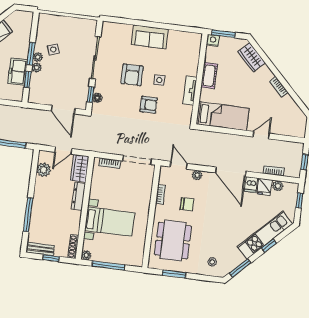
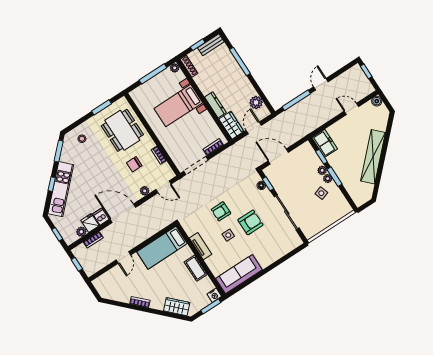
sofa: (150, 37) -> (239, 274), moved, width x1.36
freezer: (18, 72) -> (325, 143), moved
armchair: (132, 75) -> (250, 222), turned 90

